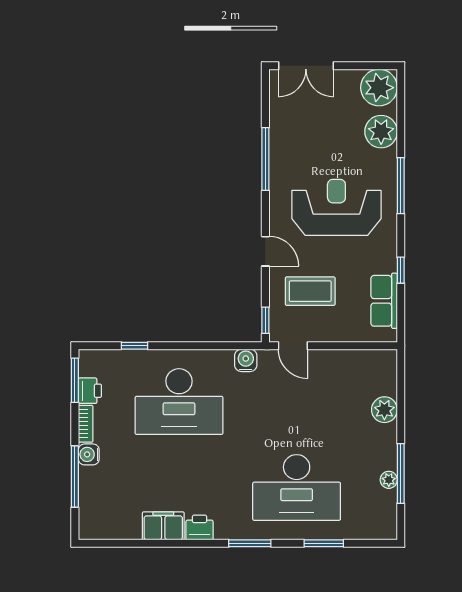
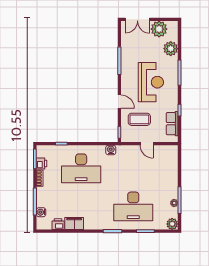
plant: (379, 88) -> (159, 29), moved
reception desk: (336, 207) -> (151, 82), turned 90
door: (293, 346) -> (147, 144), moved
plant: (384, 410) -> (172, 224), moved
water cooler: (89, 454) -> (41, 212), moved
printer: (200, 527) -> (58, 224), moved

